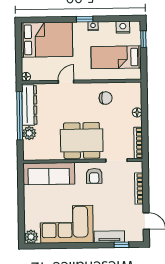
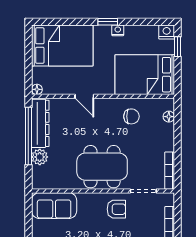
nightstand: (123, 27) -> (167, 32), moved
bed: (116, 57) -> (145, 75), width x1.50
door: (66, 82) -> (84, 96), swing flipped
floor lamp: (137, 112) -> (169, 117), moved
sofa: (49, 174) -> (54, 206), width x0.73
armchair: (94, 176) -> (116, 209), turned -90

